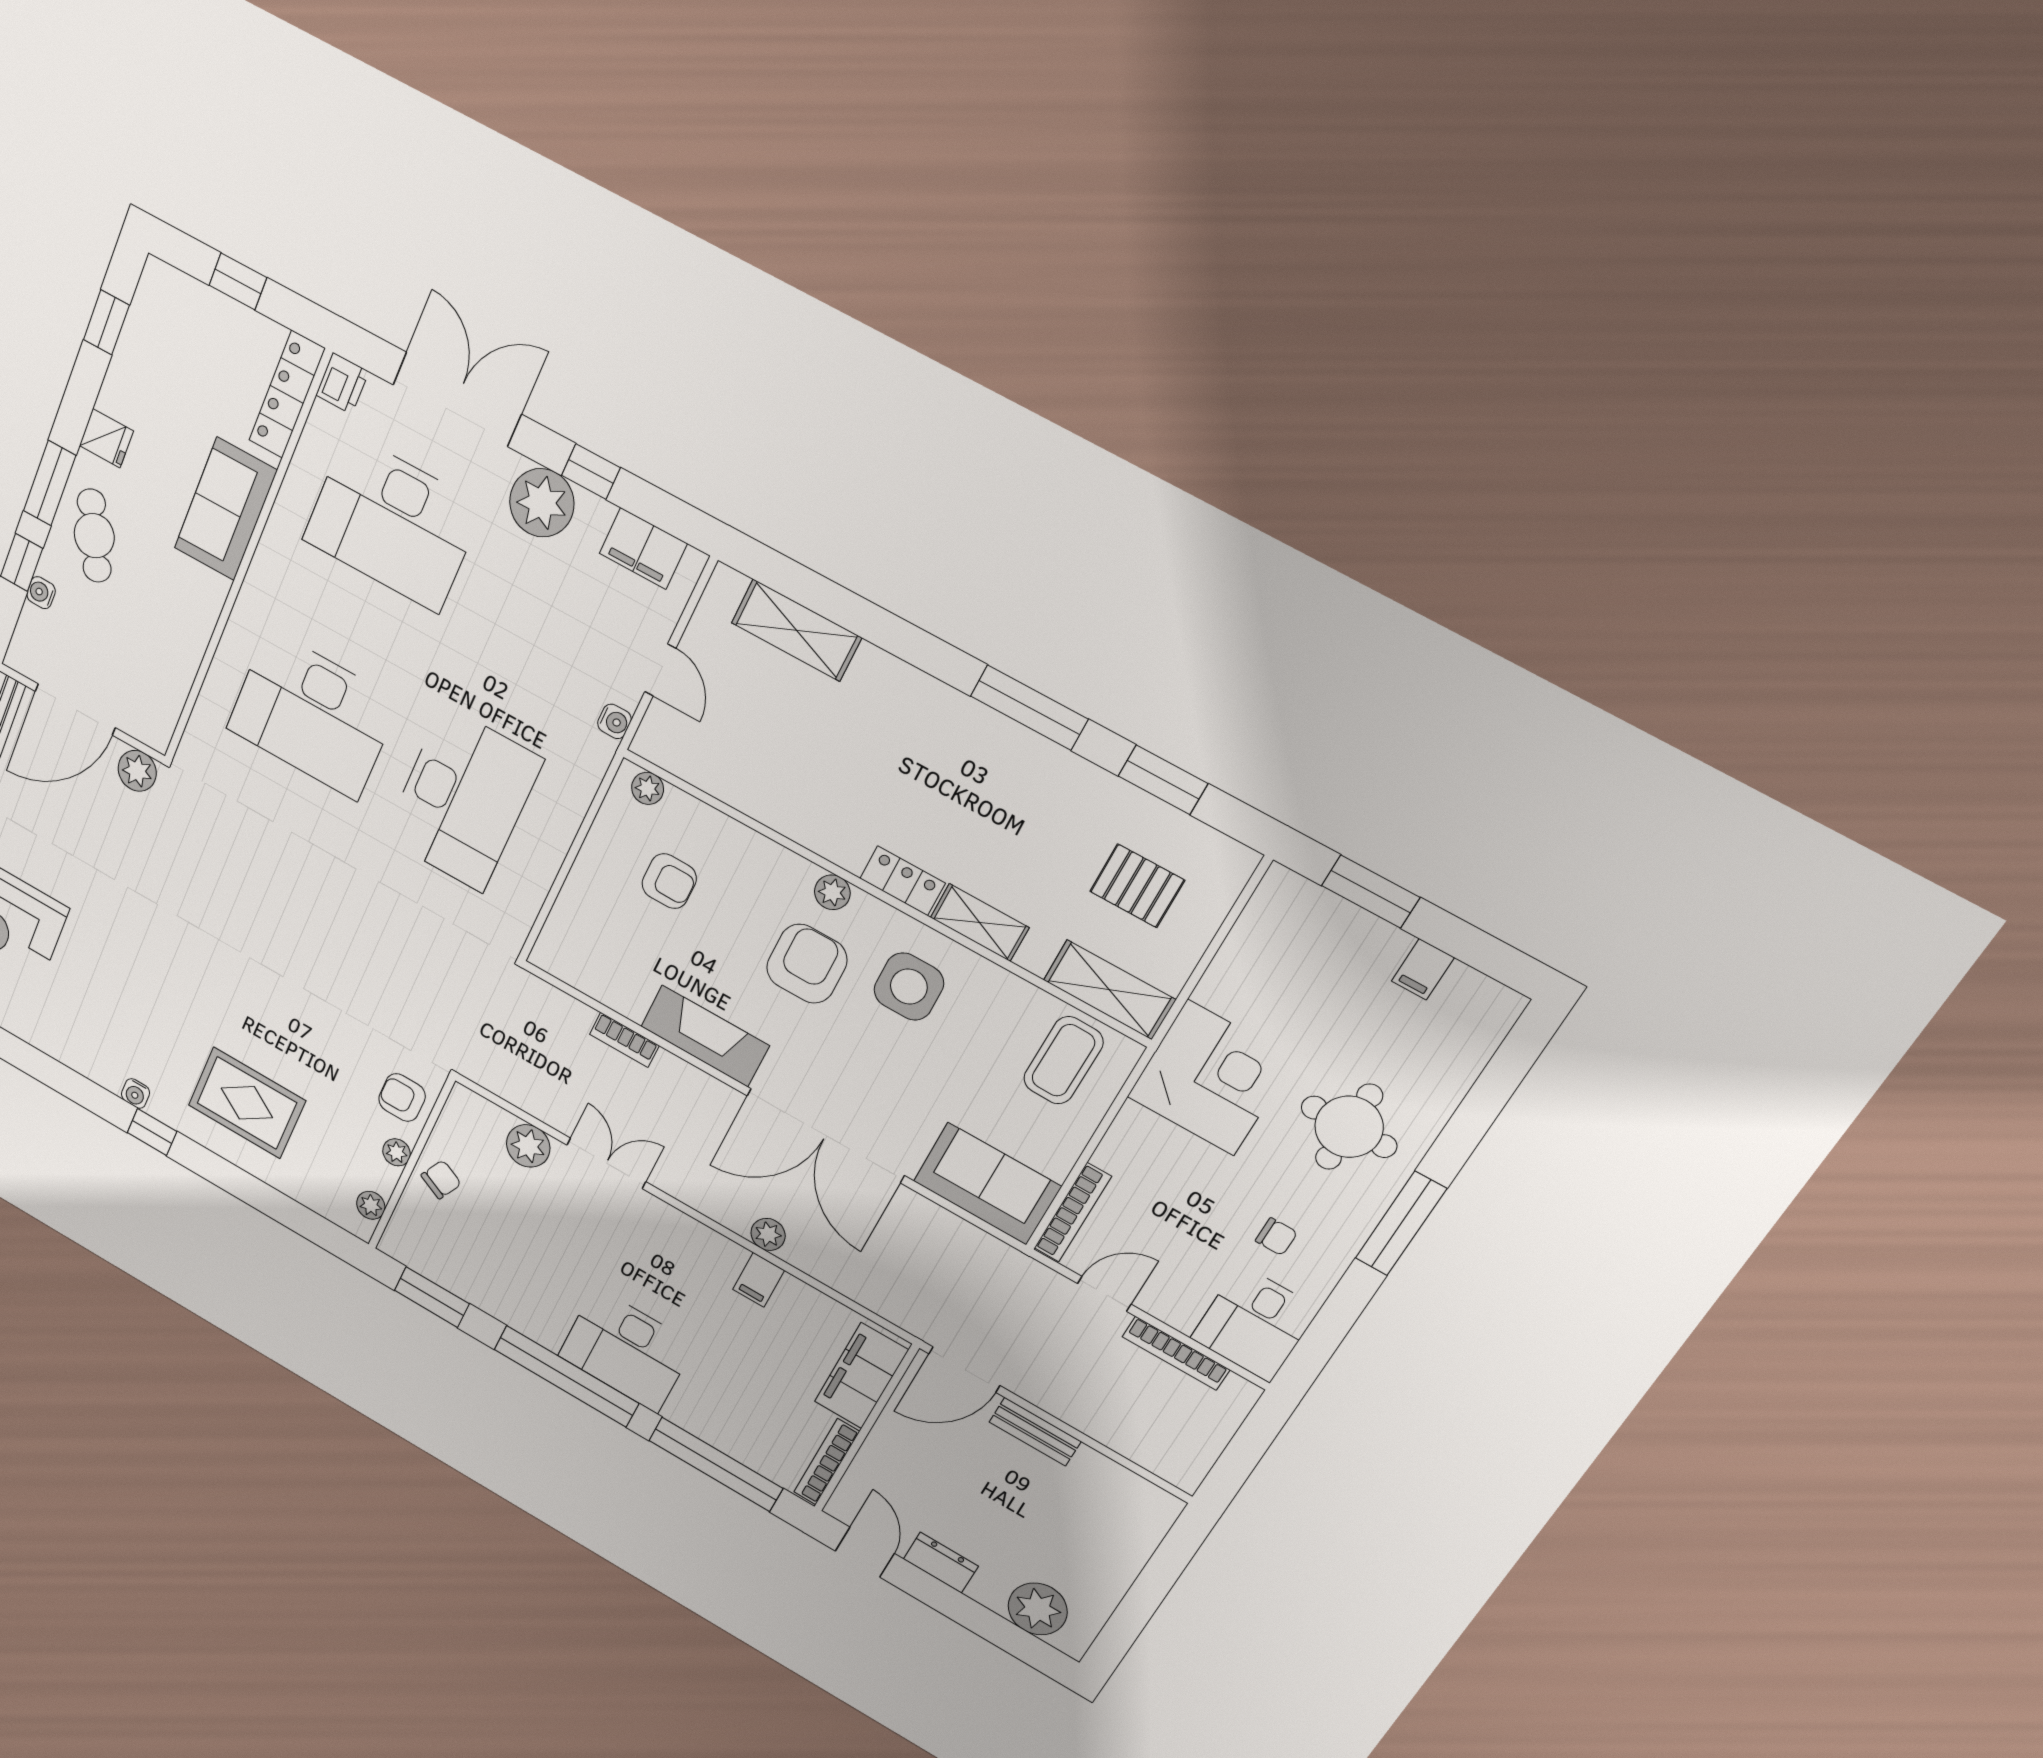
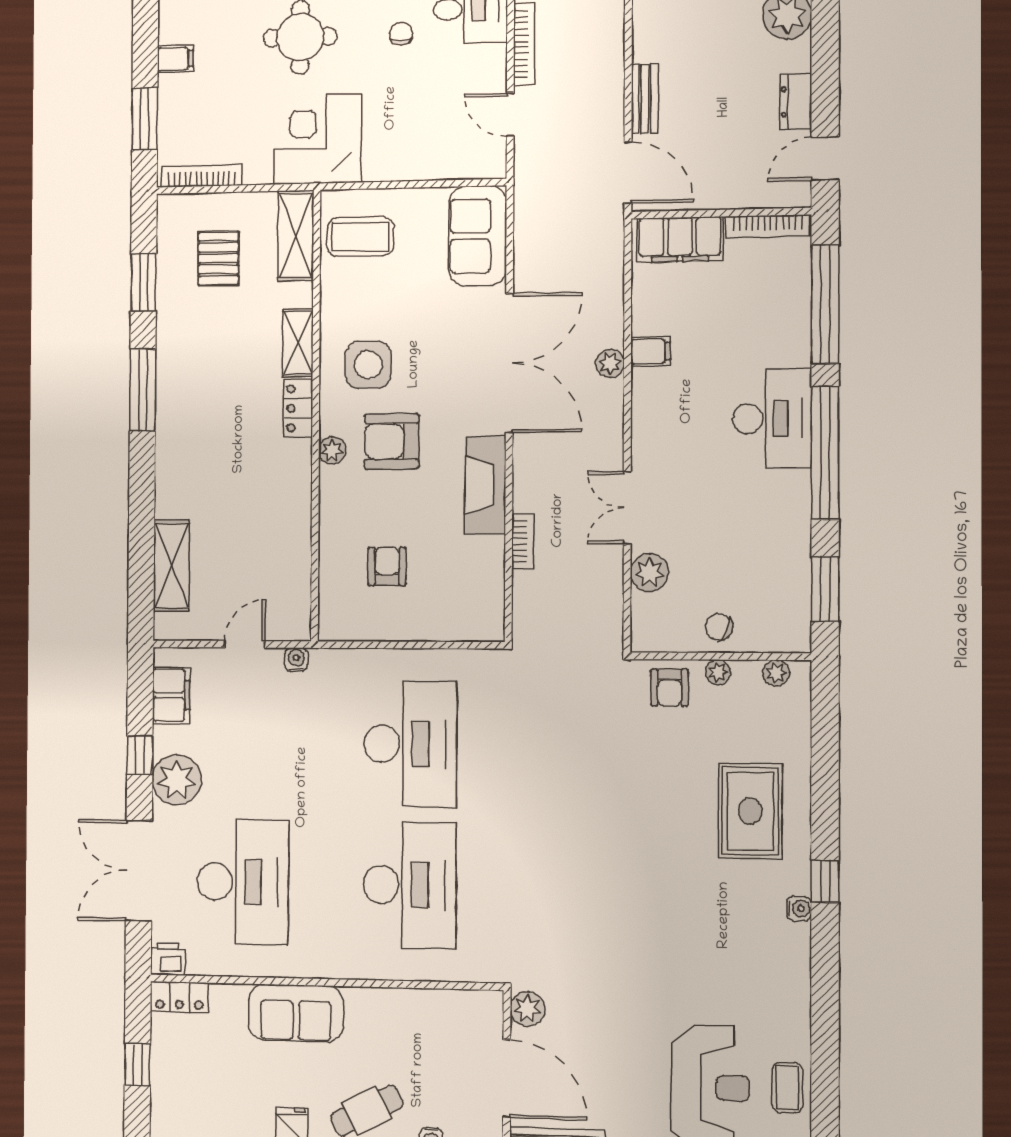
locker: (287, 394) -> (179, 997), width x0.66
plant: (648, 788) -> (330, 614), removed
desk: (463, 799) -> (410, 744), turned 90
bookcase: (1073, 1212) -> (202, 176), moved

